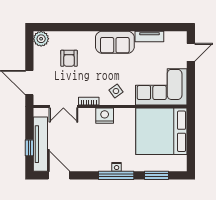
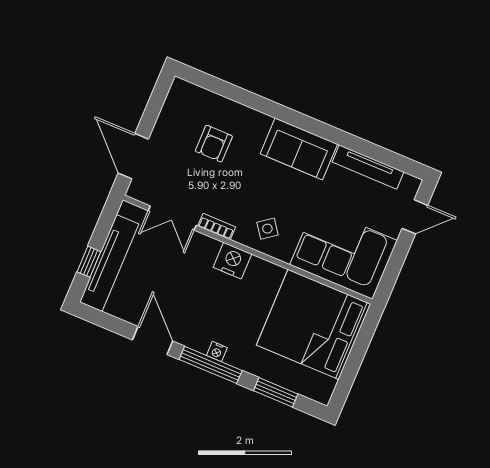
tv unit: (149, 36) -> (368, 167), width x1.41
plant: (41, 39) -> (182, 93), removed
door: (59, 175) -> (153, 341), moved

